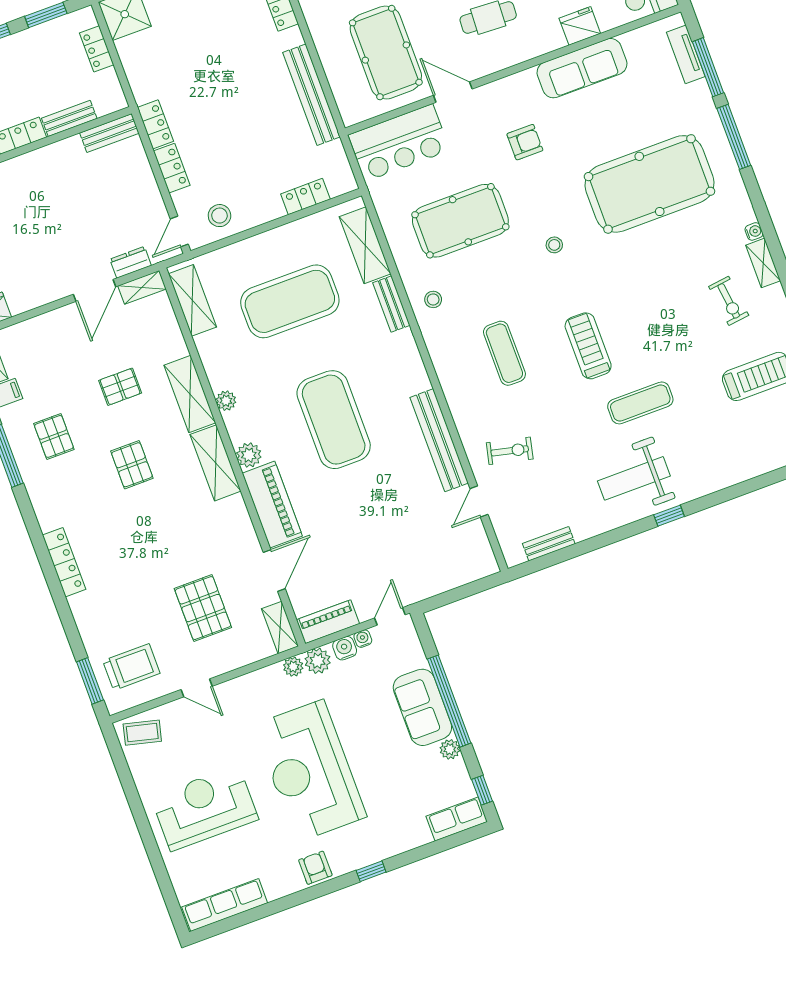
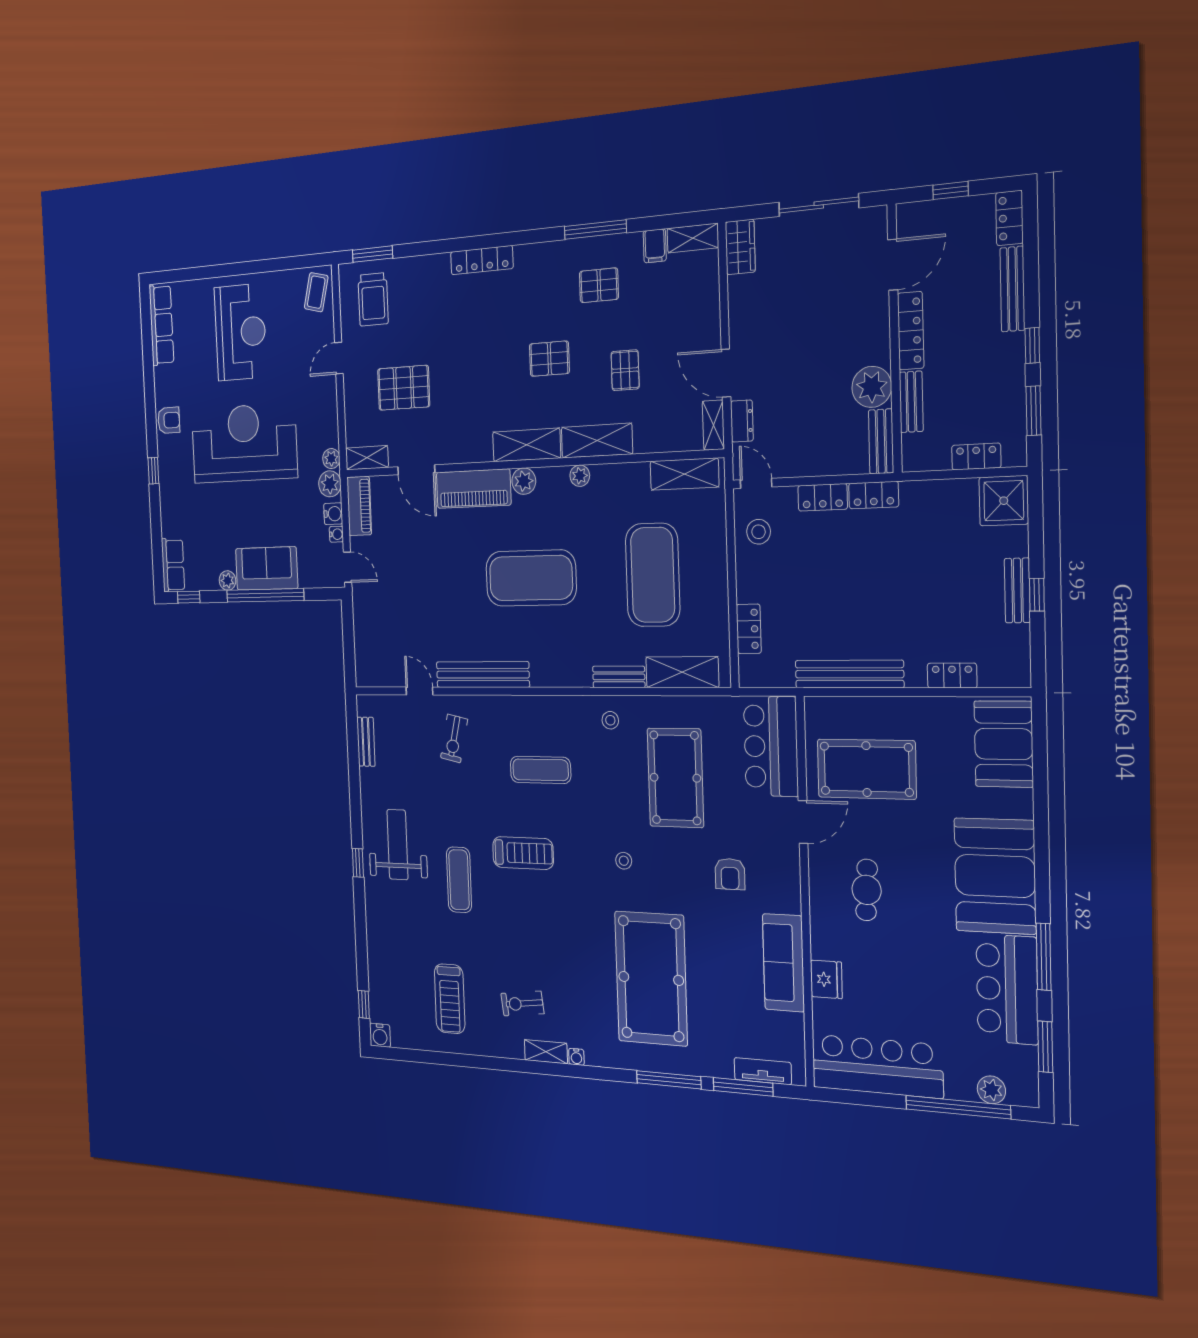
plant: (67, 156) -> (872, 387), added

